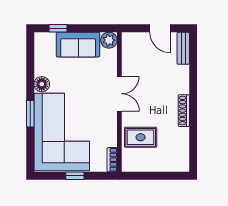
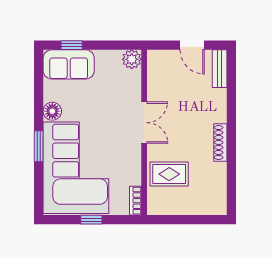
sofa: (78, 45) -> (69, 64), moved

